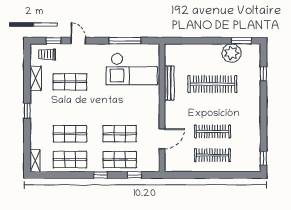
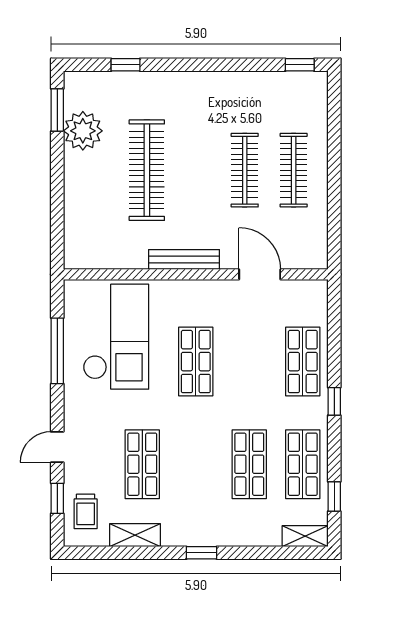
bench: (169, 83) -> (184, 260), moved
shop shelf: (120, 134) -> (196, 362), moved
window: (135, 175) -> (334, 497), moved

